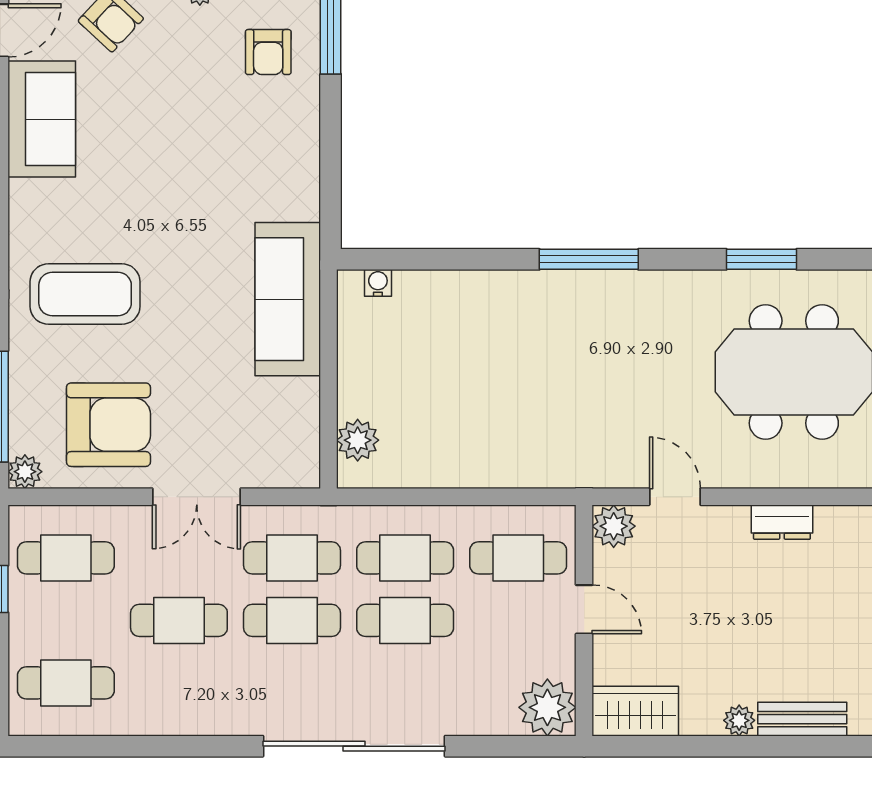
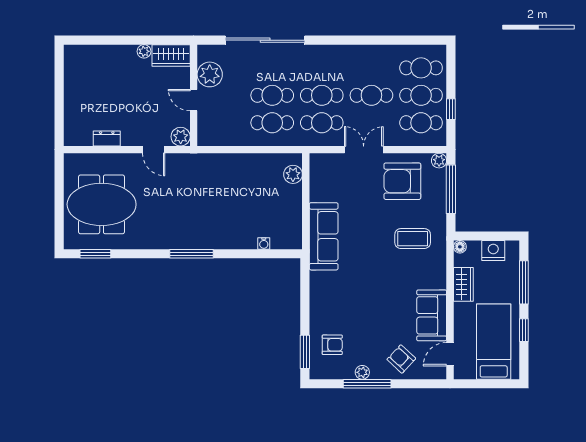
armchair: (268, 52) -> (332, 345), turned 90
window: (761, 259) -> (95, 254), moved
water cooler: (378, 283) -> (264, 243), moved
coffee table: (85, 294) -> (413, 239), width x0.73, depth x0.76
cafe table: (518, 558) -> (421, 95), moved
plant: (547, 707) -> (210, 74), moved
bench: (802, 719) -> (98, 52), removed
plant: (739, 720) -> (144, 51), moved
sliding door: (354, 746) -> (265, 40), moved

